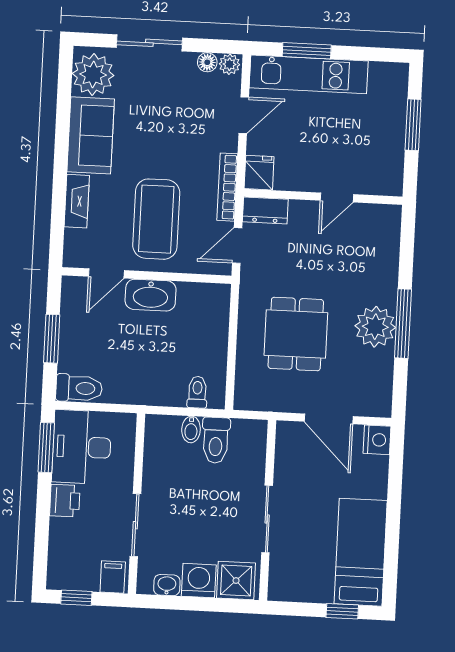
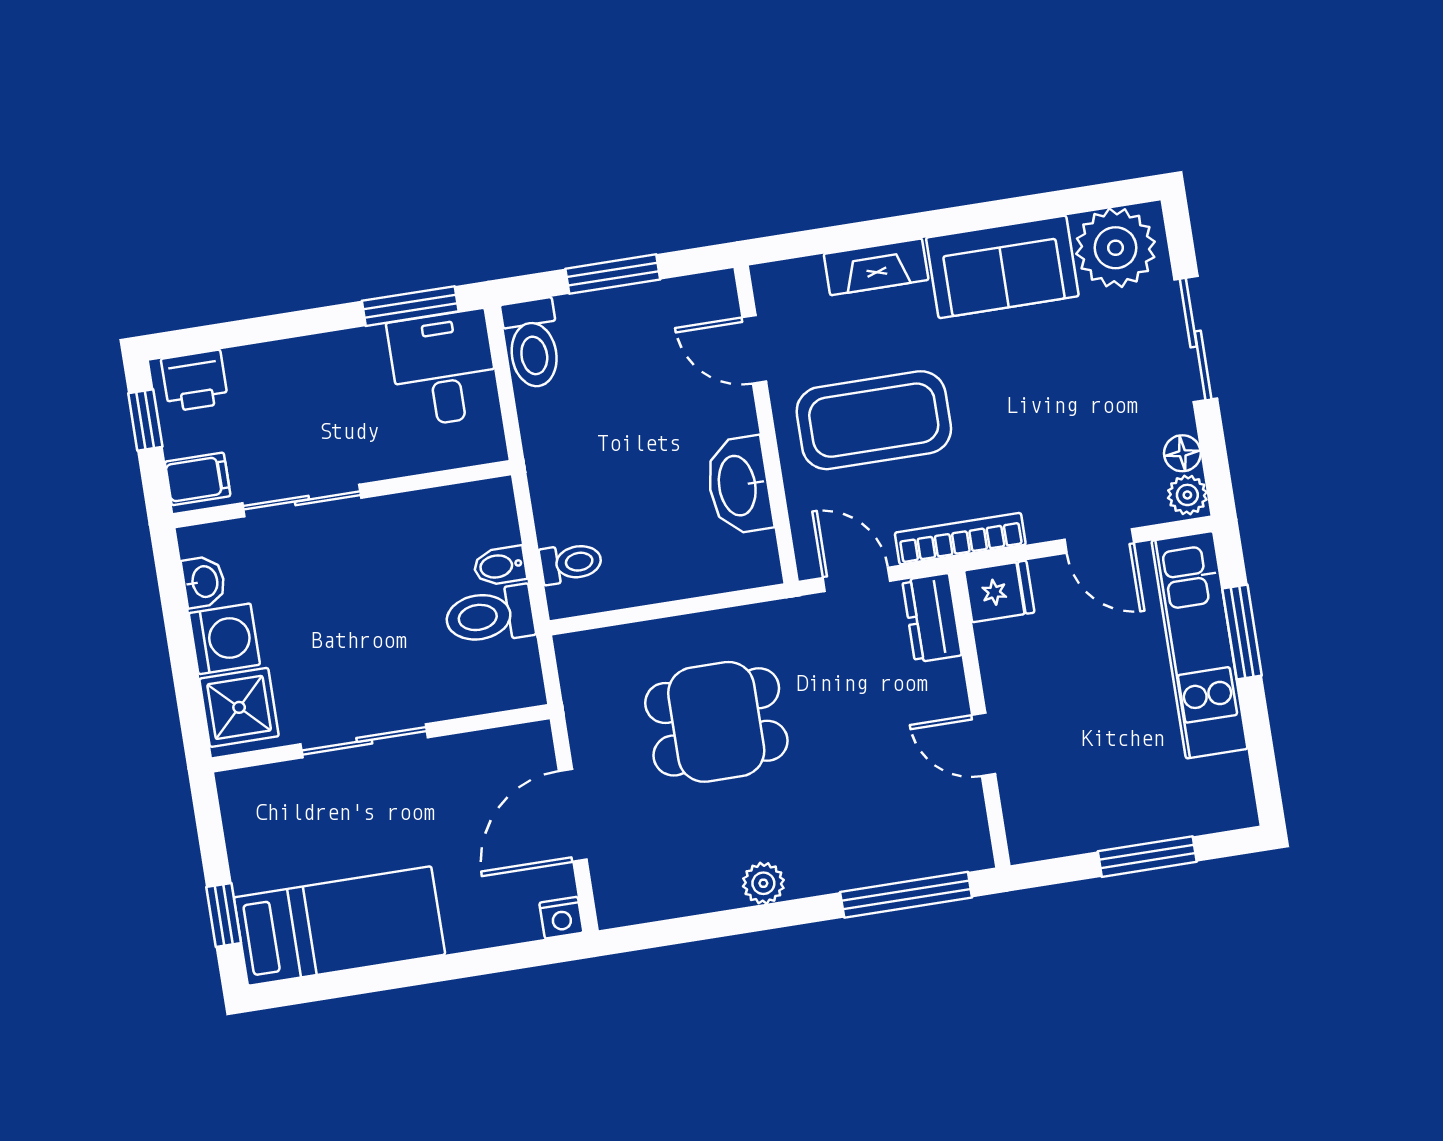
washbasin: (151, 295) -> (739, 485), moved
window: (403, 324) -> (906, 895), moved
plant: (375, 327) -> (763, 883), width x0.53, depth x0.53
nightstand: (377, 440) -> (561, 918), width x0.72, depth x0.74
desk: (82, 447) -> (444, 368), width x0.73
printer: (65, 501) -> (195, 381), moved

